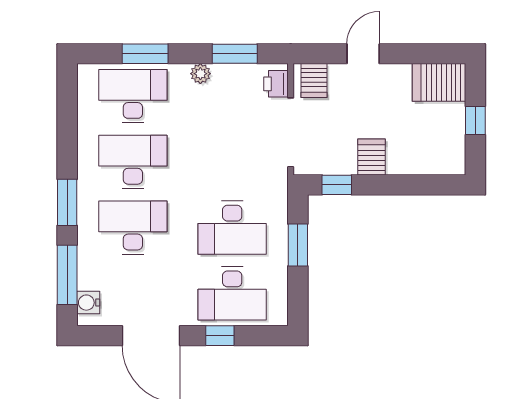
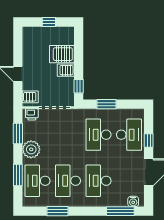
plant: (200, 74) -> (31, 149), width x1.88, depth x1.88
server rack: (439, 82) -> (62, 54), moved, turned 90
window: (67, 202) -> (57, 211), moved
desk: (232, 228) -> (98, 135), turned 180

